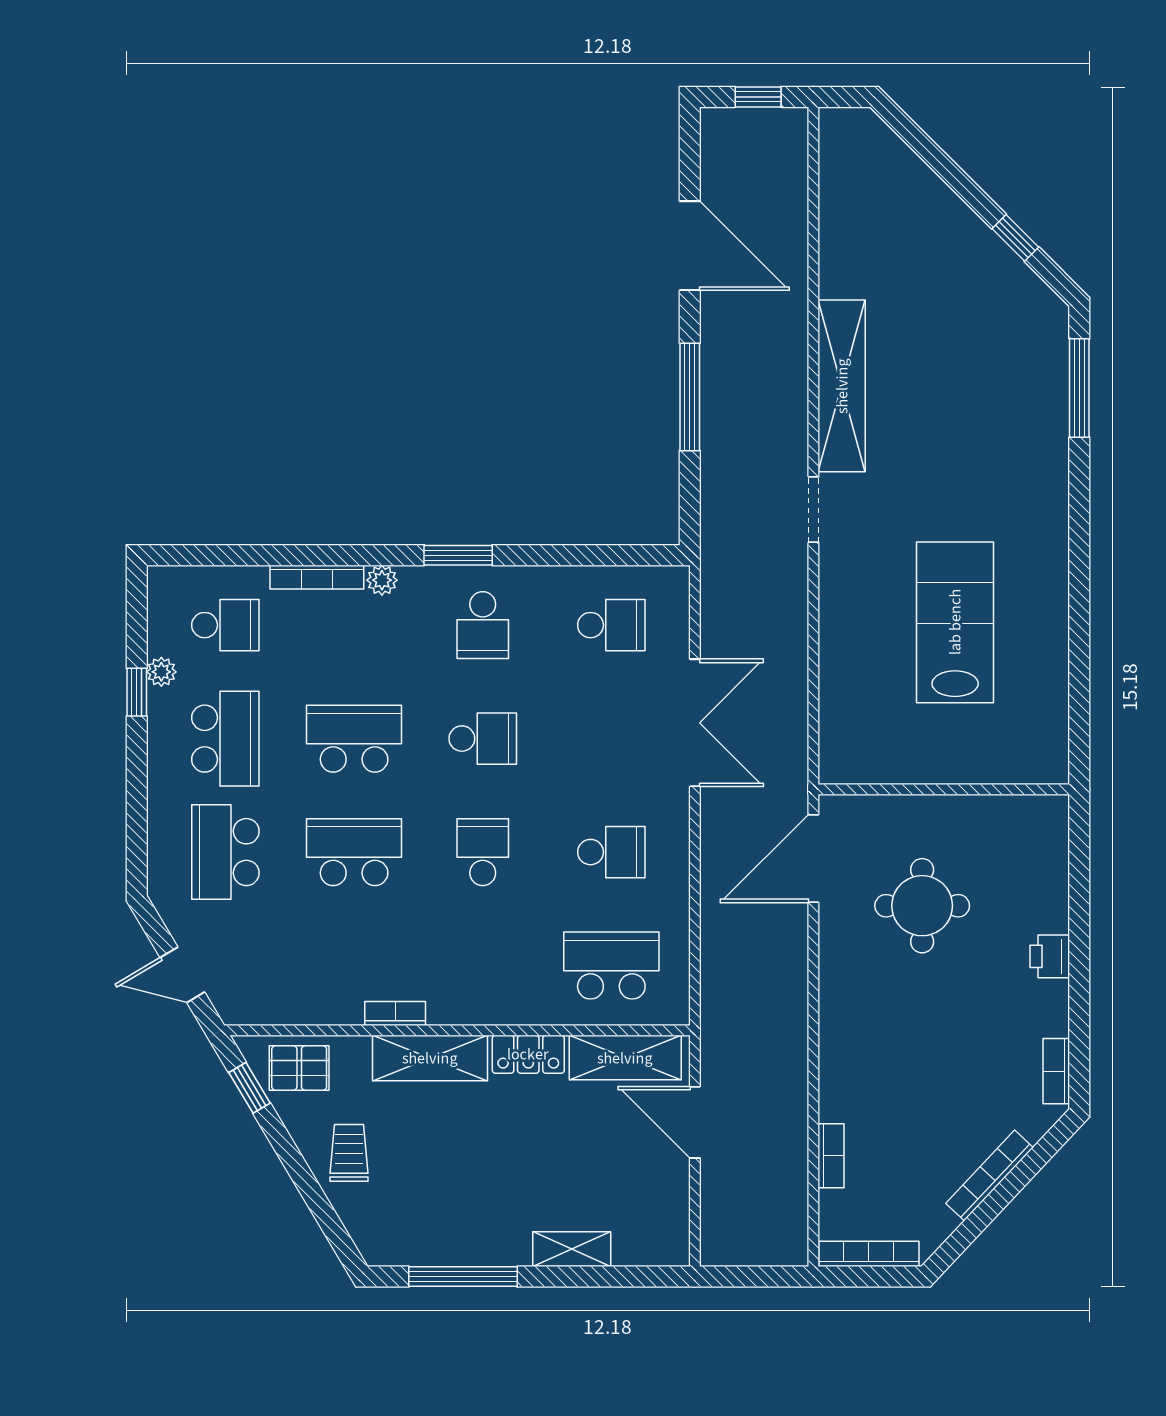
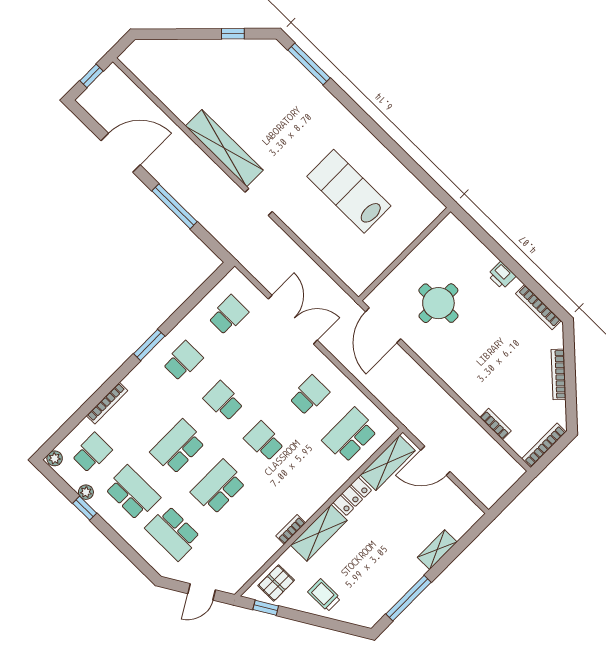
plant: (382, 580) -> (55, 458), moved
school desk: (483, 625) -> (183, 361), turned -90
school desk: (483, 739) -> (223, 401), turned -90
bookcase: (1056, 1071) -> (538, 307), width x1.56

